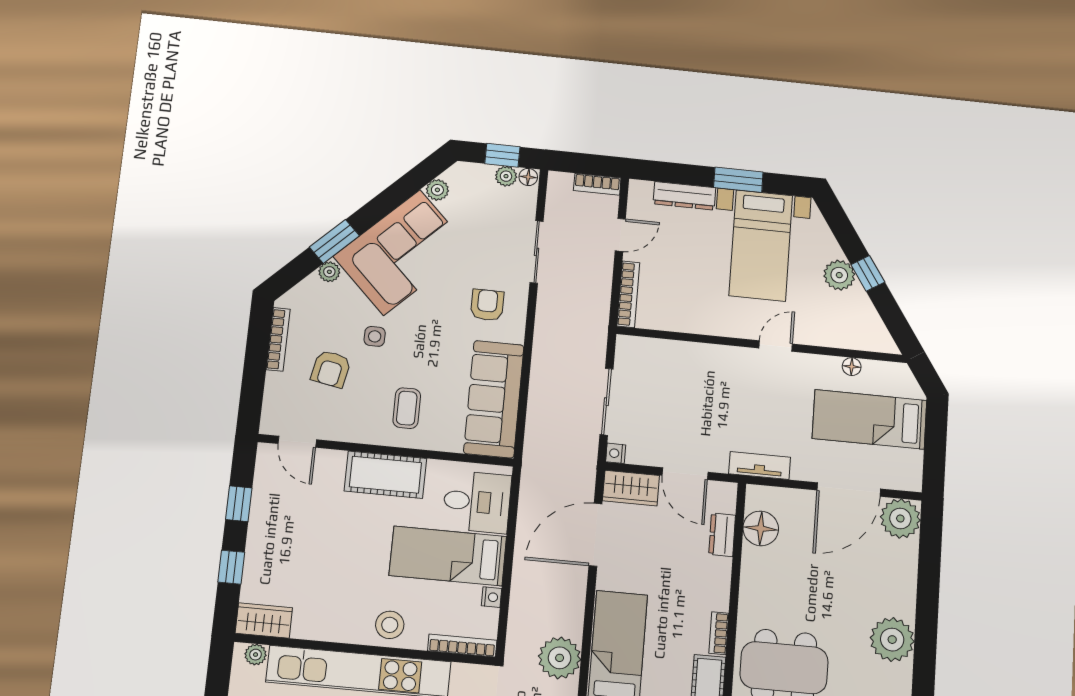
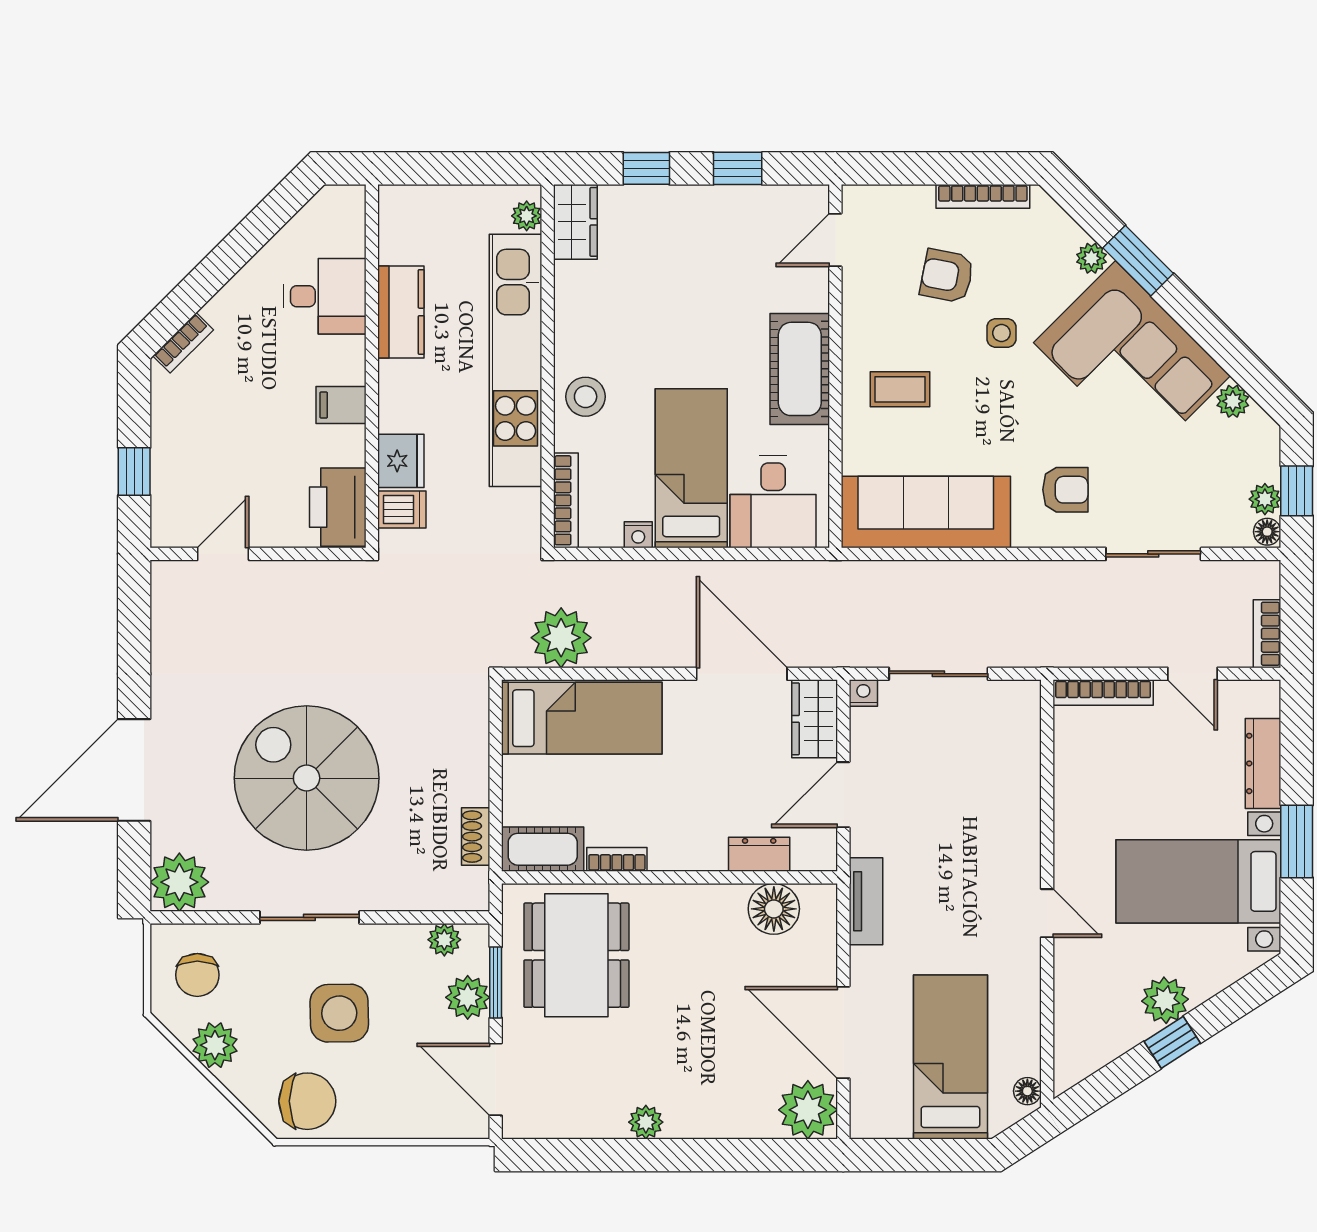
floor lamp: (852, 367) -> (1027, 1091), moved
plant: (892, 640) -> (646, 1122), width x0.53, depth x0.53

